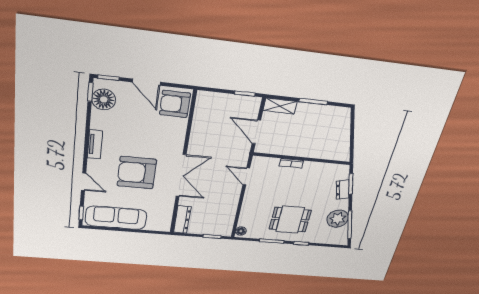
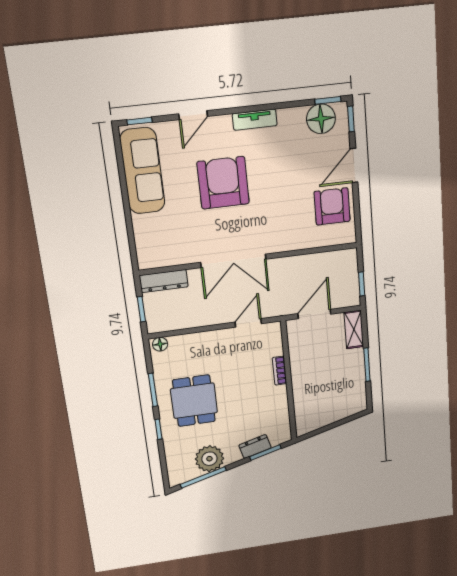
wall: (183, 166) -> (249, 259), moved
double door: (181, 176) -> (233, 261), moved
dresser: (182, 219) -> (164, 281), moved

